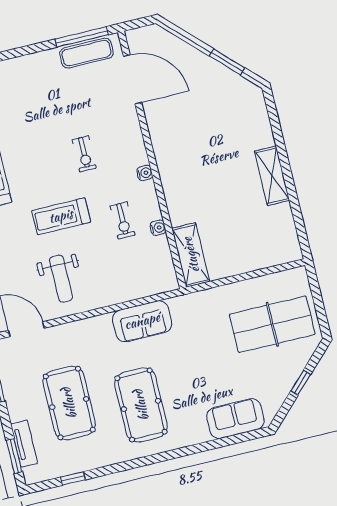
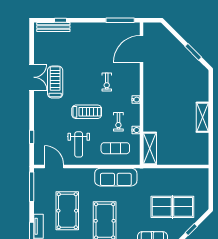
exercise mat: (86, 53) -> (115, 148), moved
door: (133, 79) -> (142, 49), swing flipped
treadmill: (61, 216) -> (87, 112), turned 180
sofa: (142, 321) -> (116, 177), width x1.36
table tennis table: (272, 324) -> (172, 207), moved

